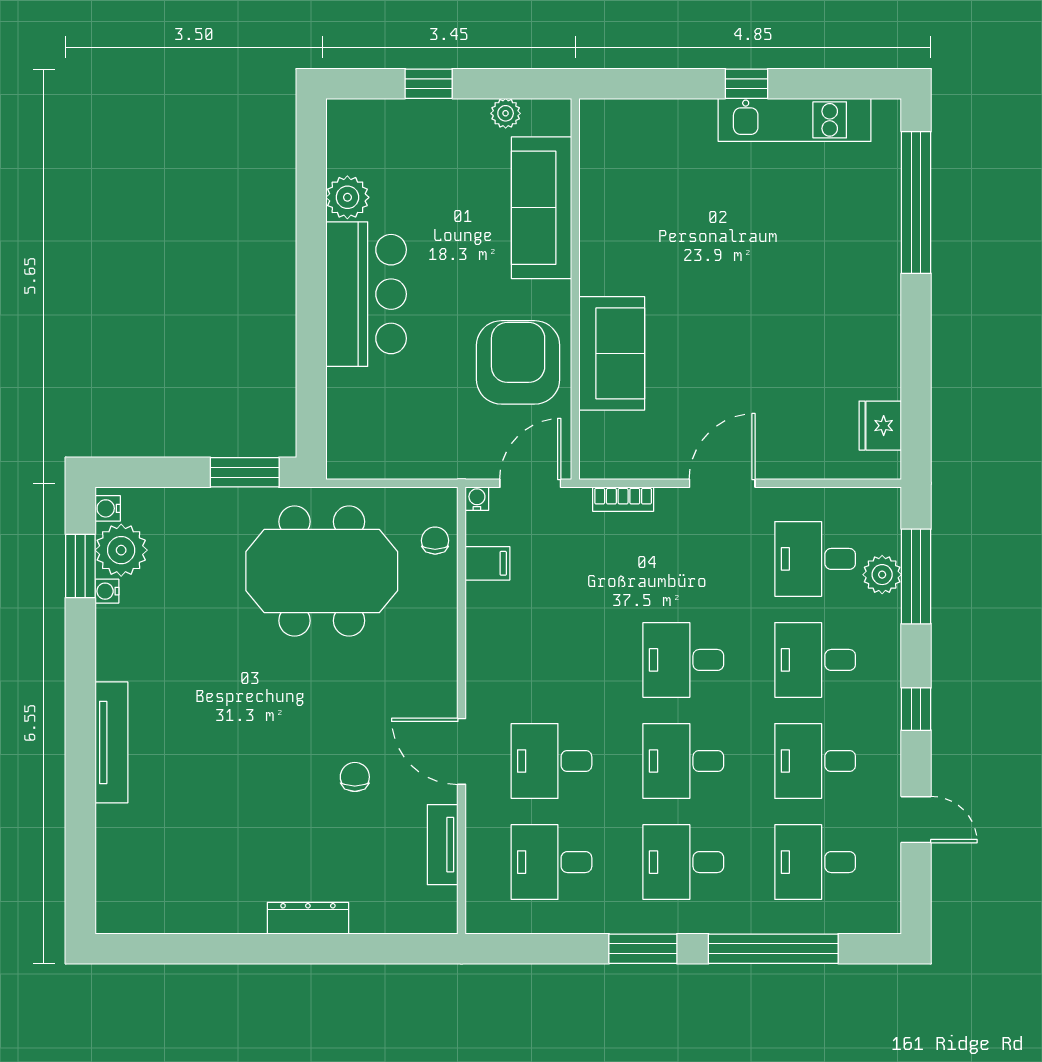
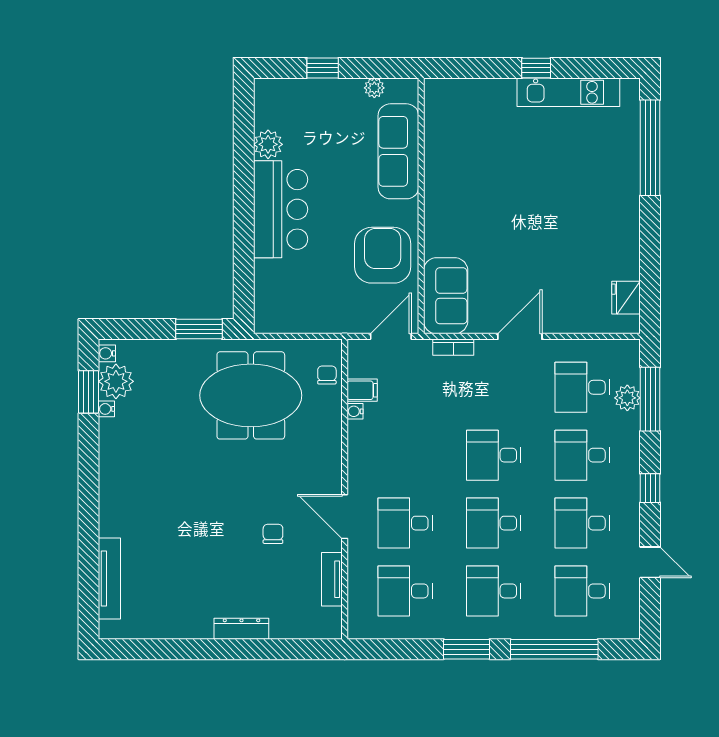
sofa: (612, 353) -> (446, 296), moved
water cooler: (477, 499) -> (355, 411), moved, turned -90
tv unit: (111, 742) -> (109, 579), moved

